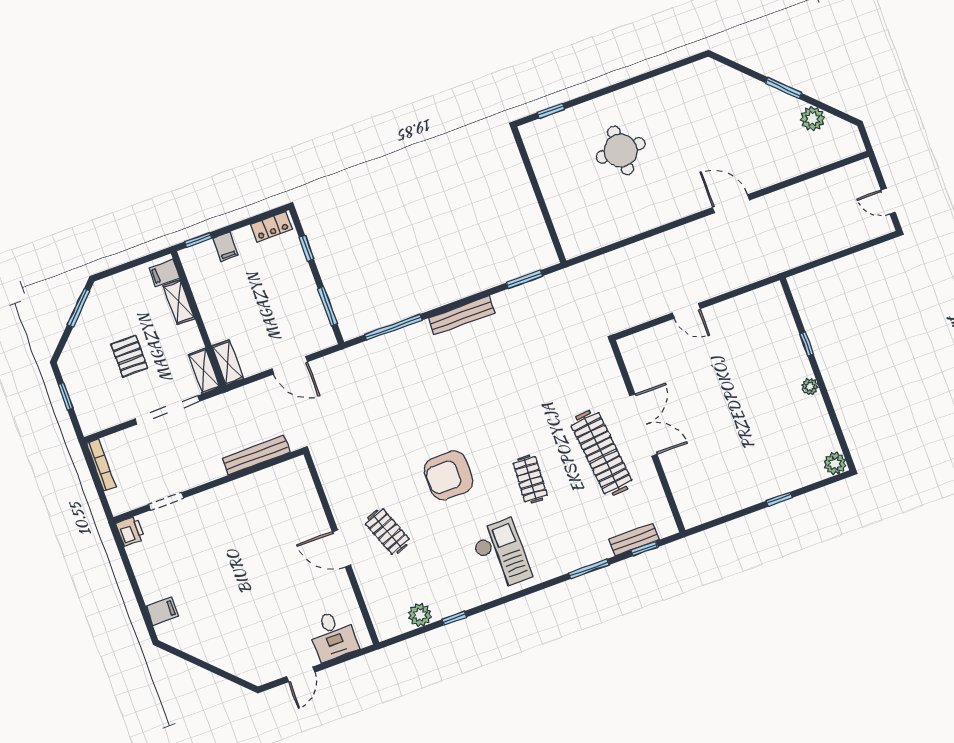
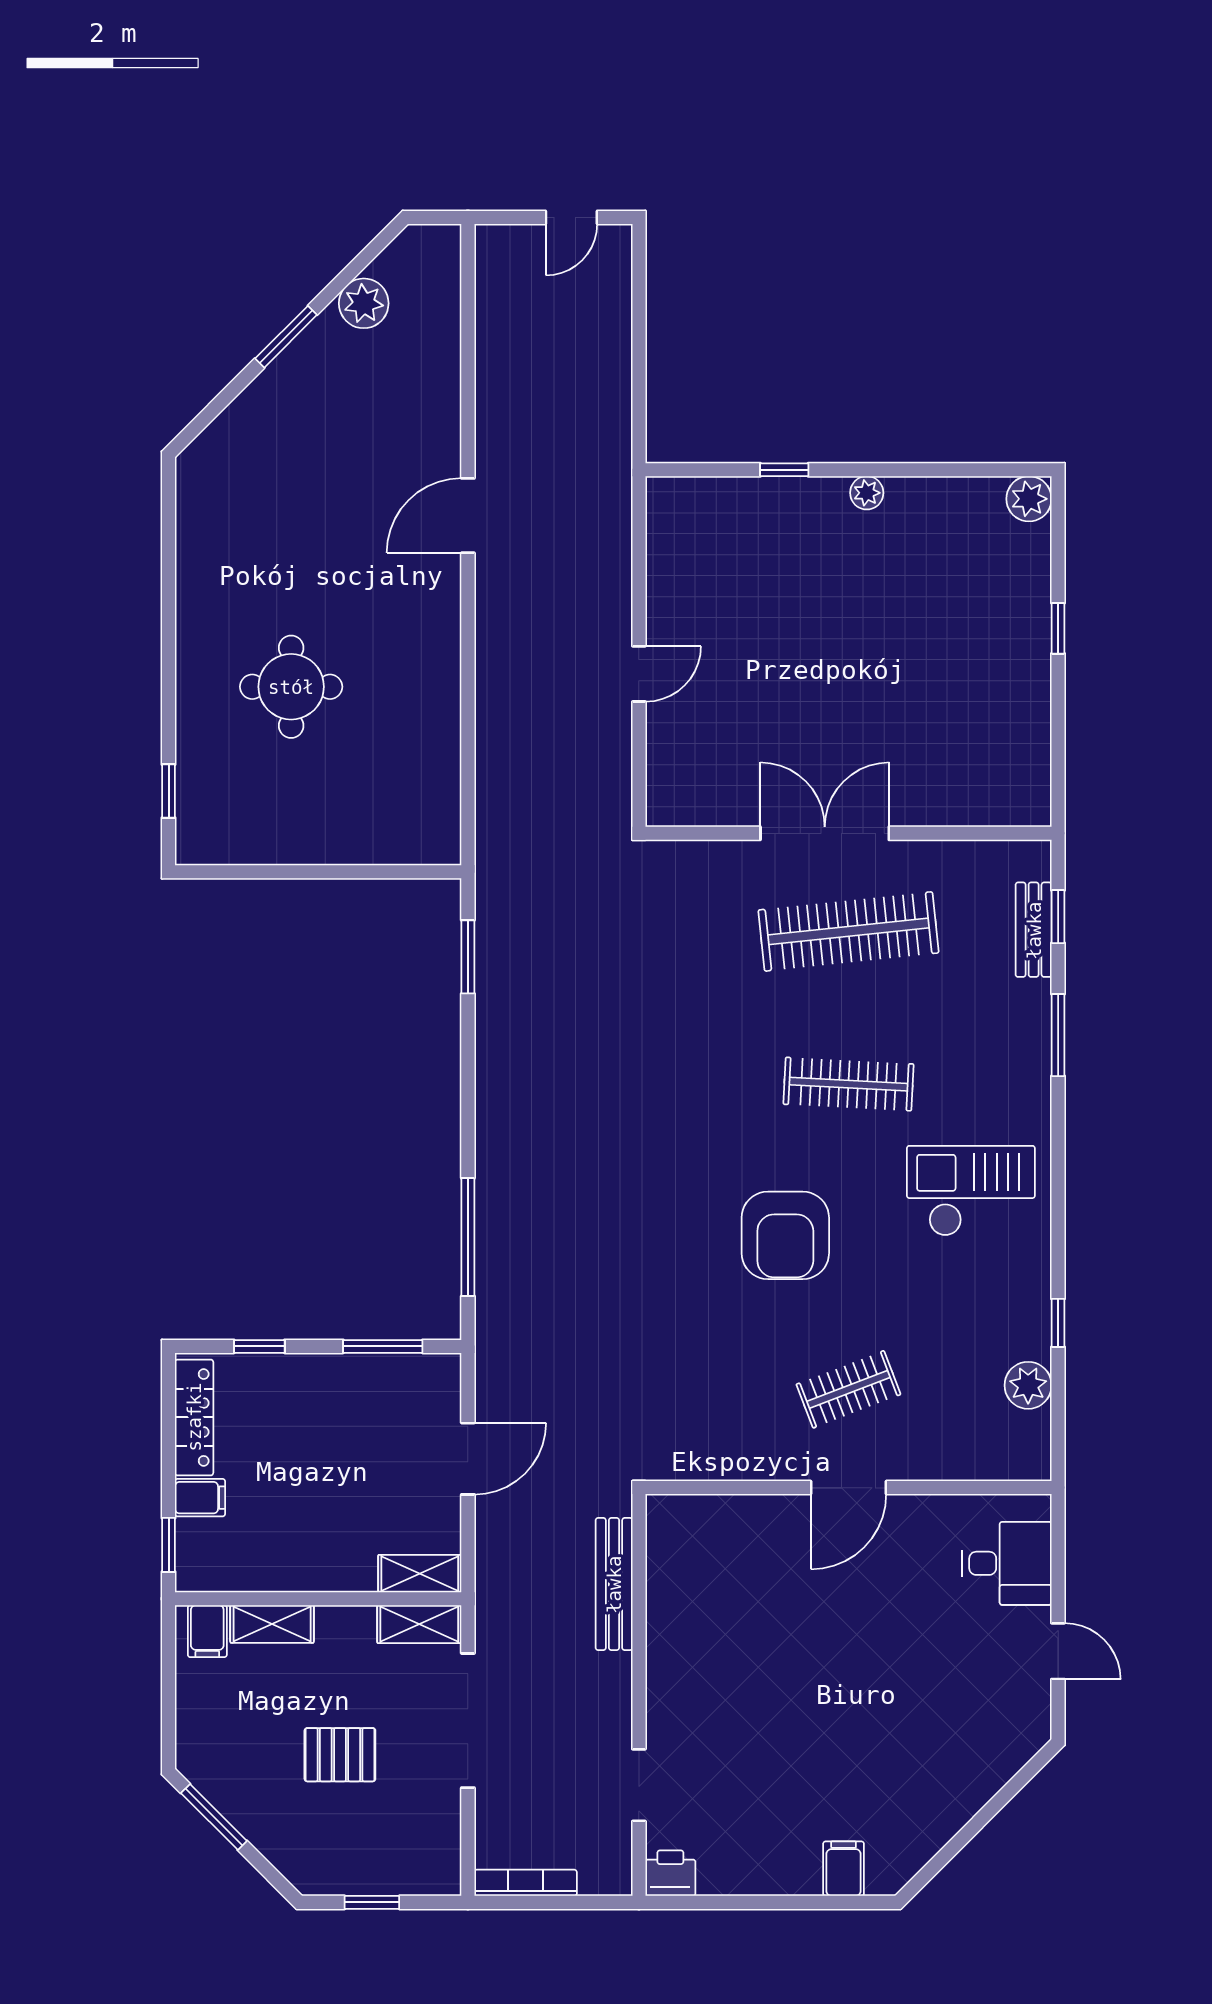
locker: (271, 227) -> (194, 1417), width x1.53
bench: (462, 315) -> (493, 1100), removed
clothes rail: (530, 479) -> (848, 1084), width x1.36

